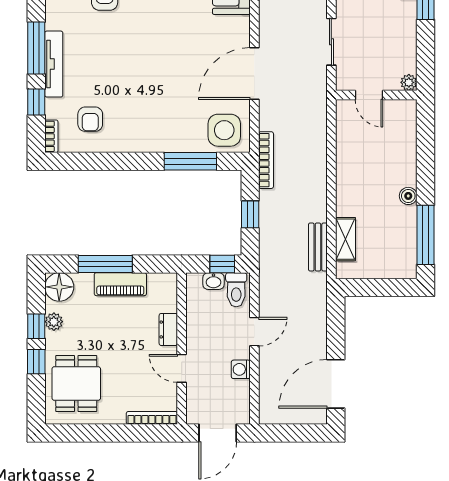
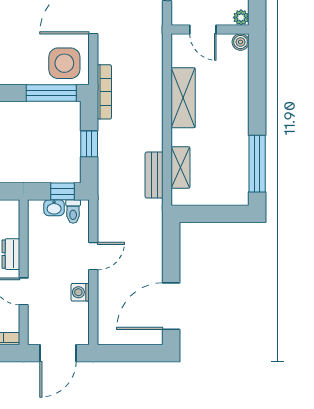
window: (190, 161) -> (51, 93), moved
shelving: (348, 166) -> (183, 98), added
boiler: (408, 196) -> (241, 42), moved
toilet: (236, 290) -> (73, 211), width x0.73, depth x0.72

